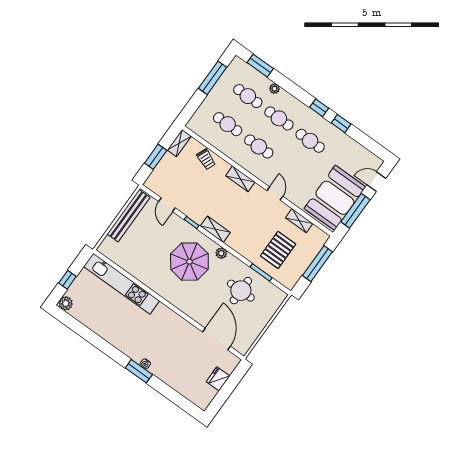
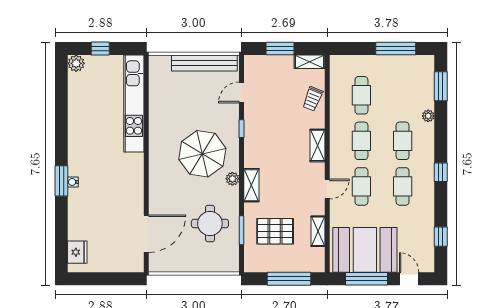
cafe table: (248, 96) -> (361, 186), moved
window: (341, 124) -> (441, 237), moved
shelving: (215, 229) -> (251, 185), moved
fridge: (218, 379) -> (77, 252), moved, turned 90

